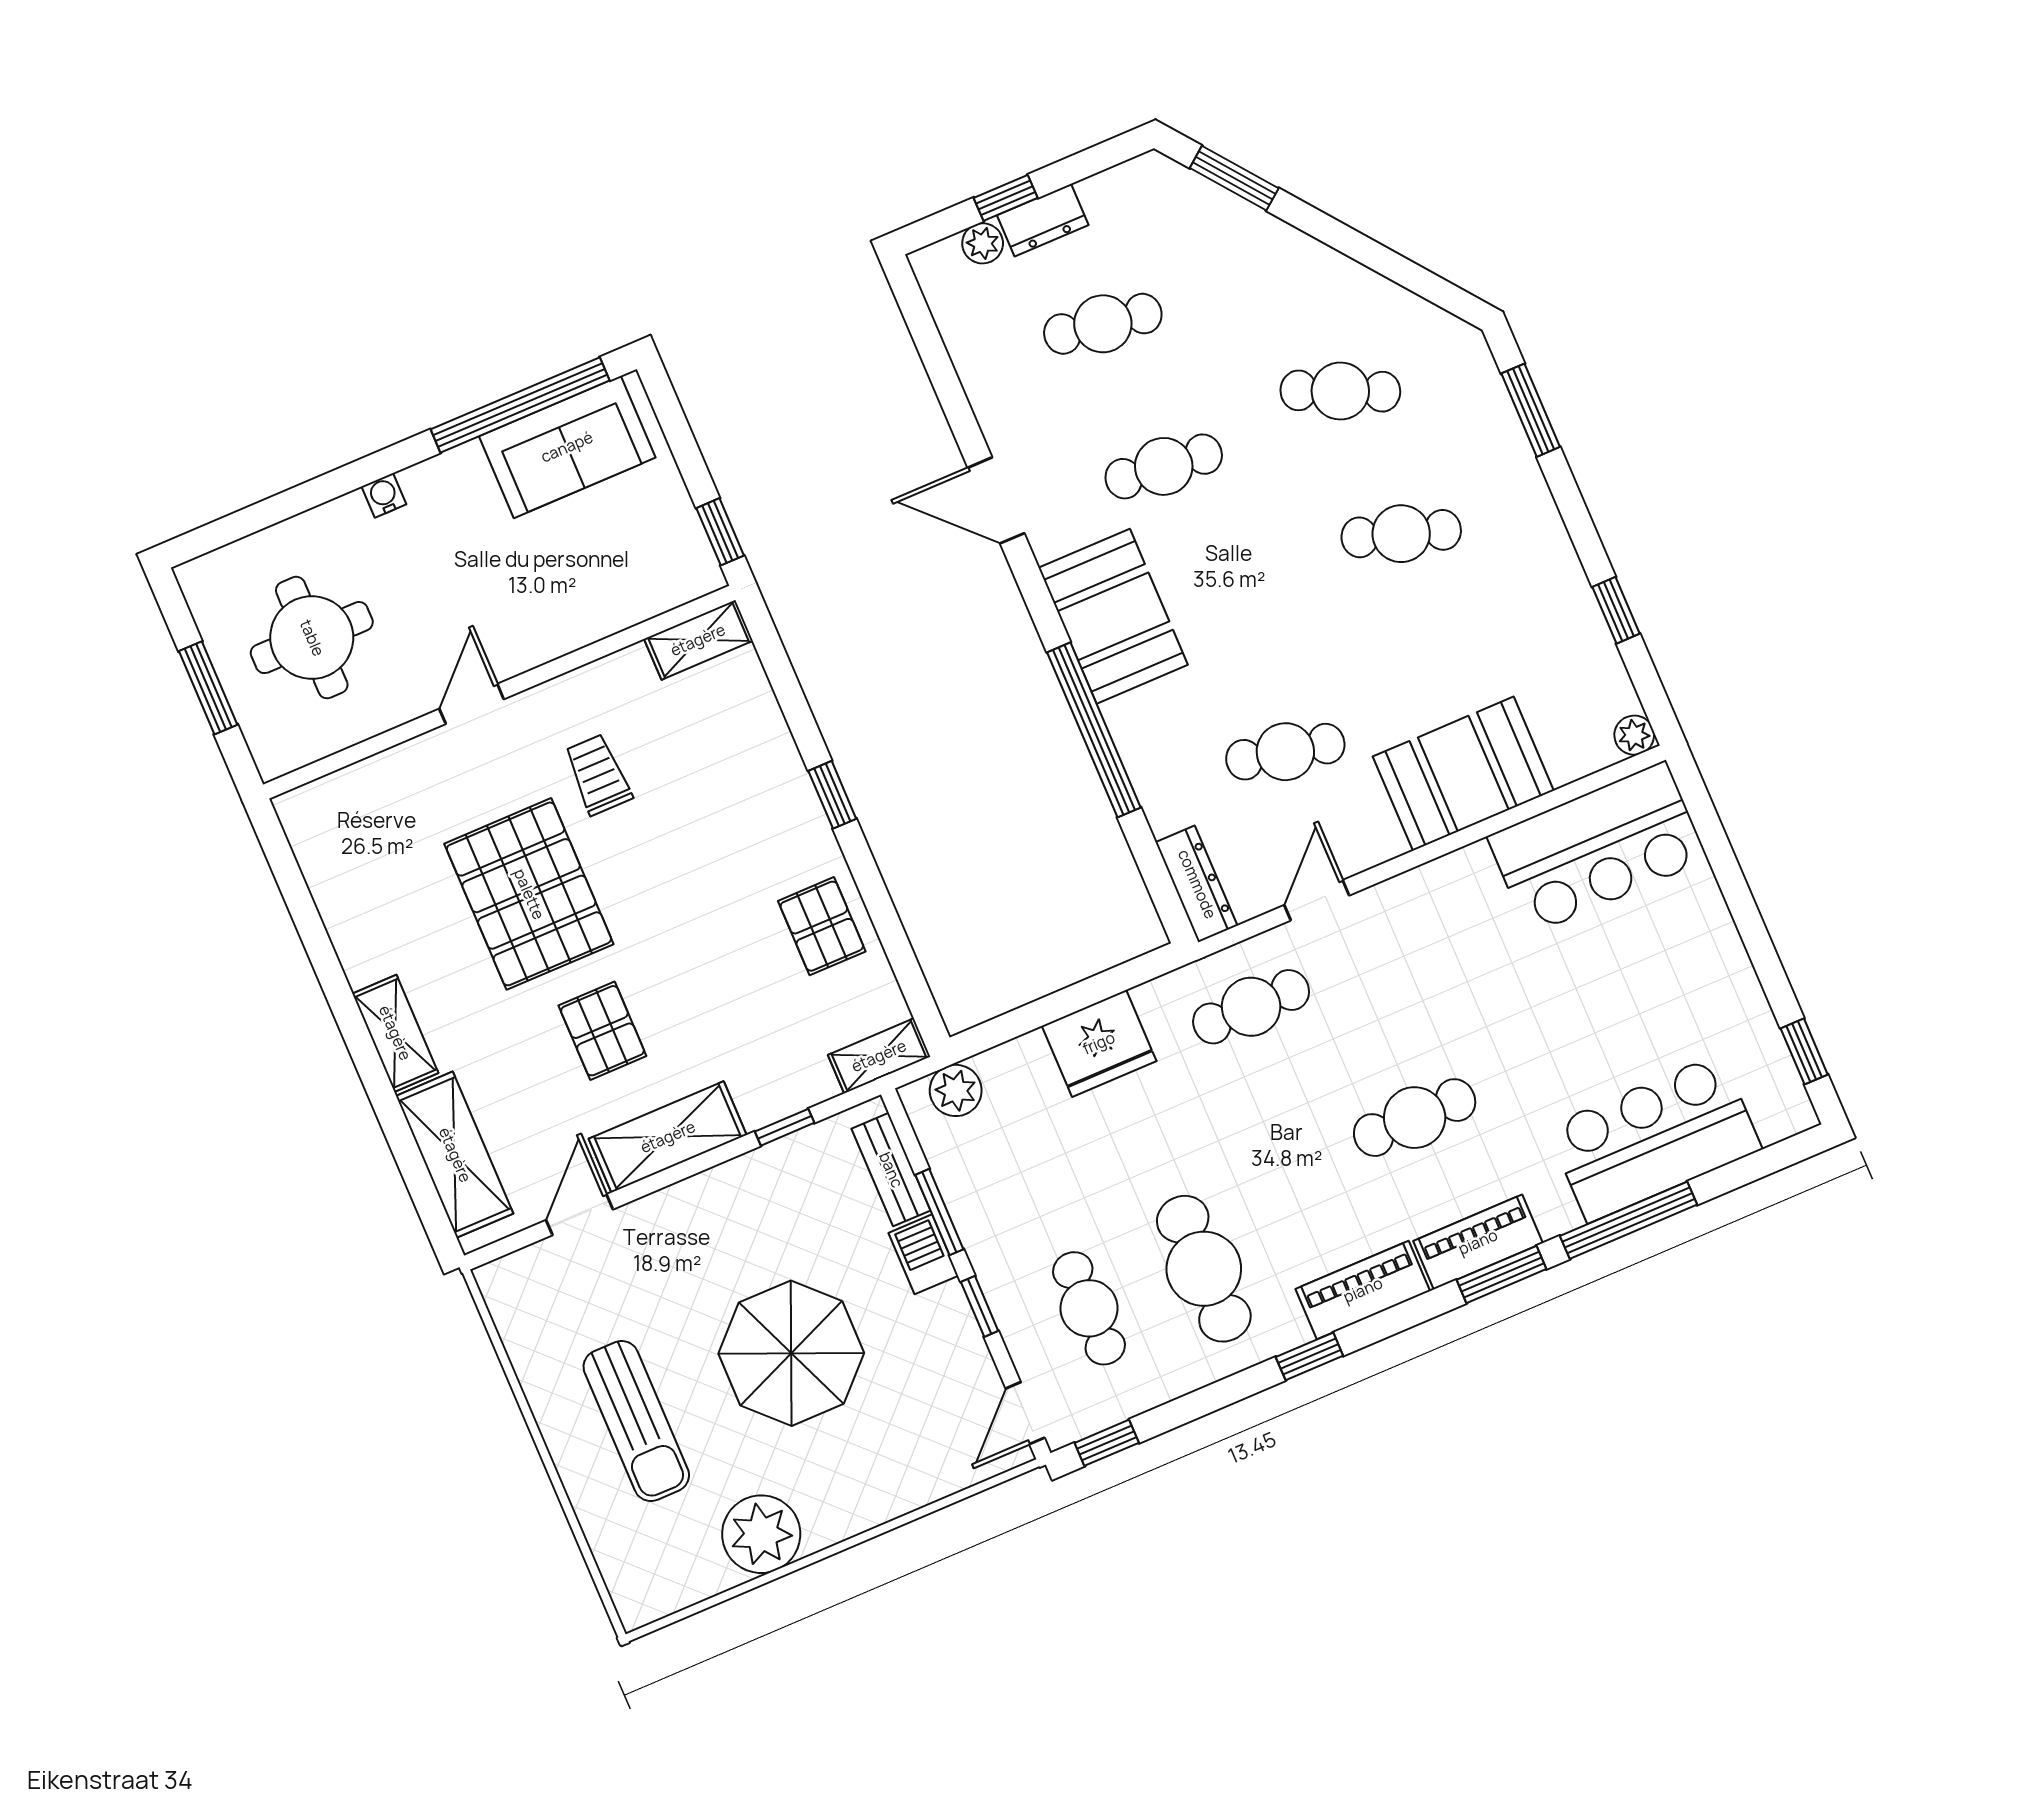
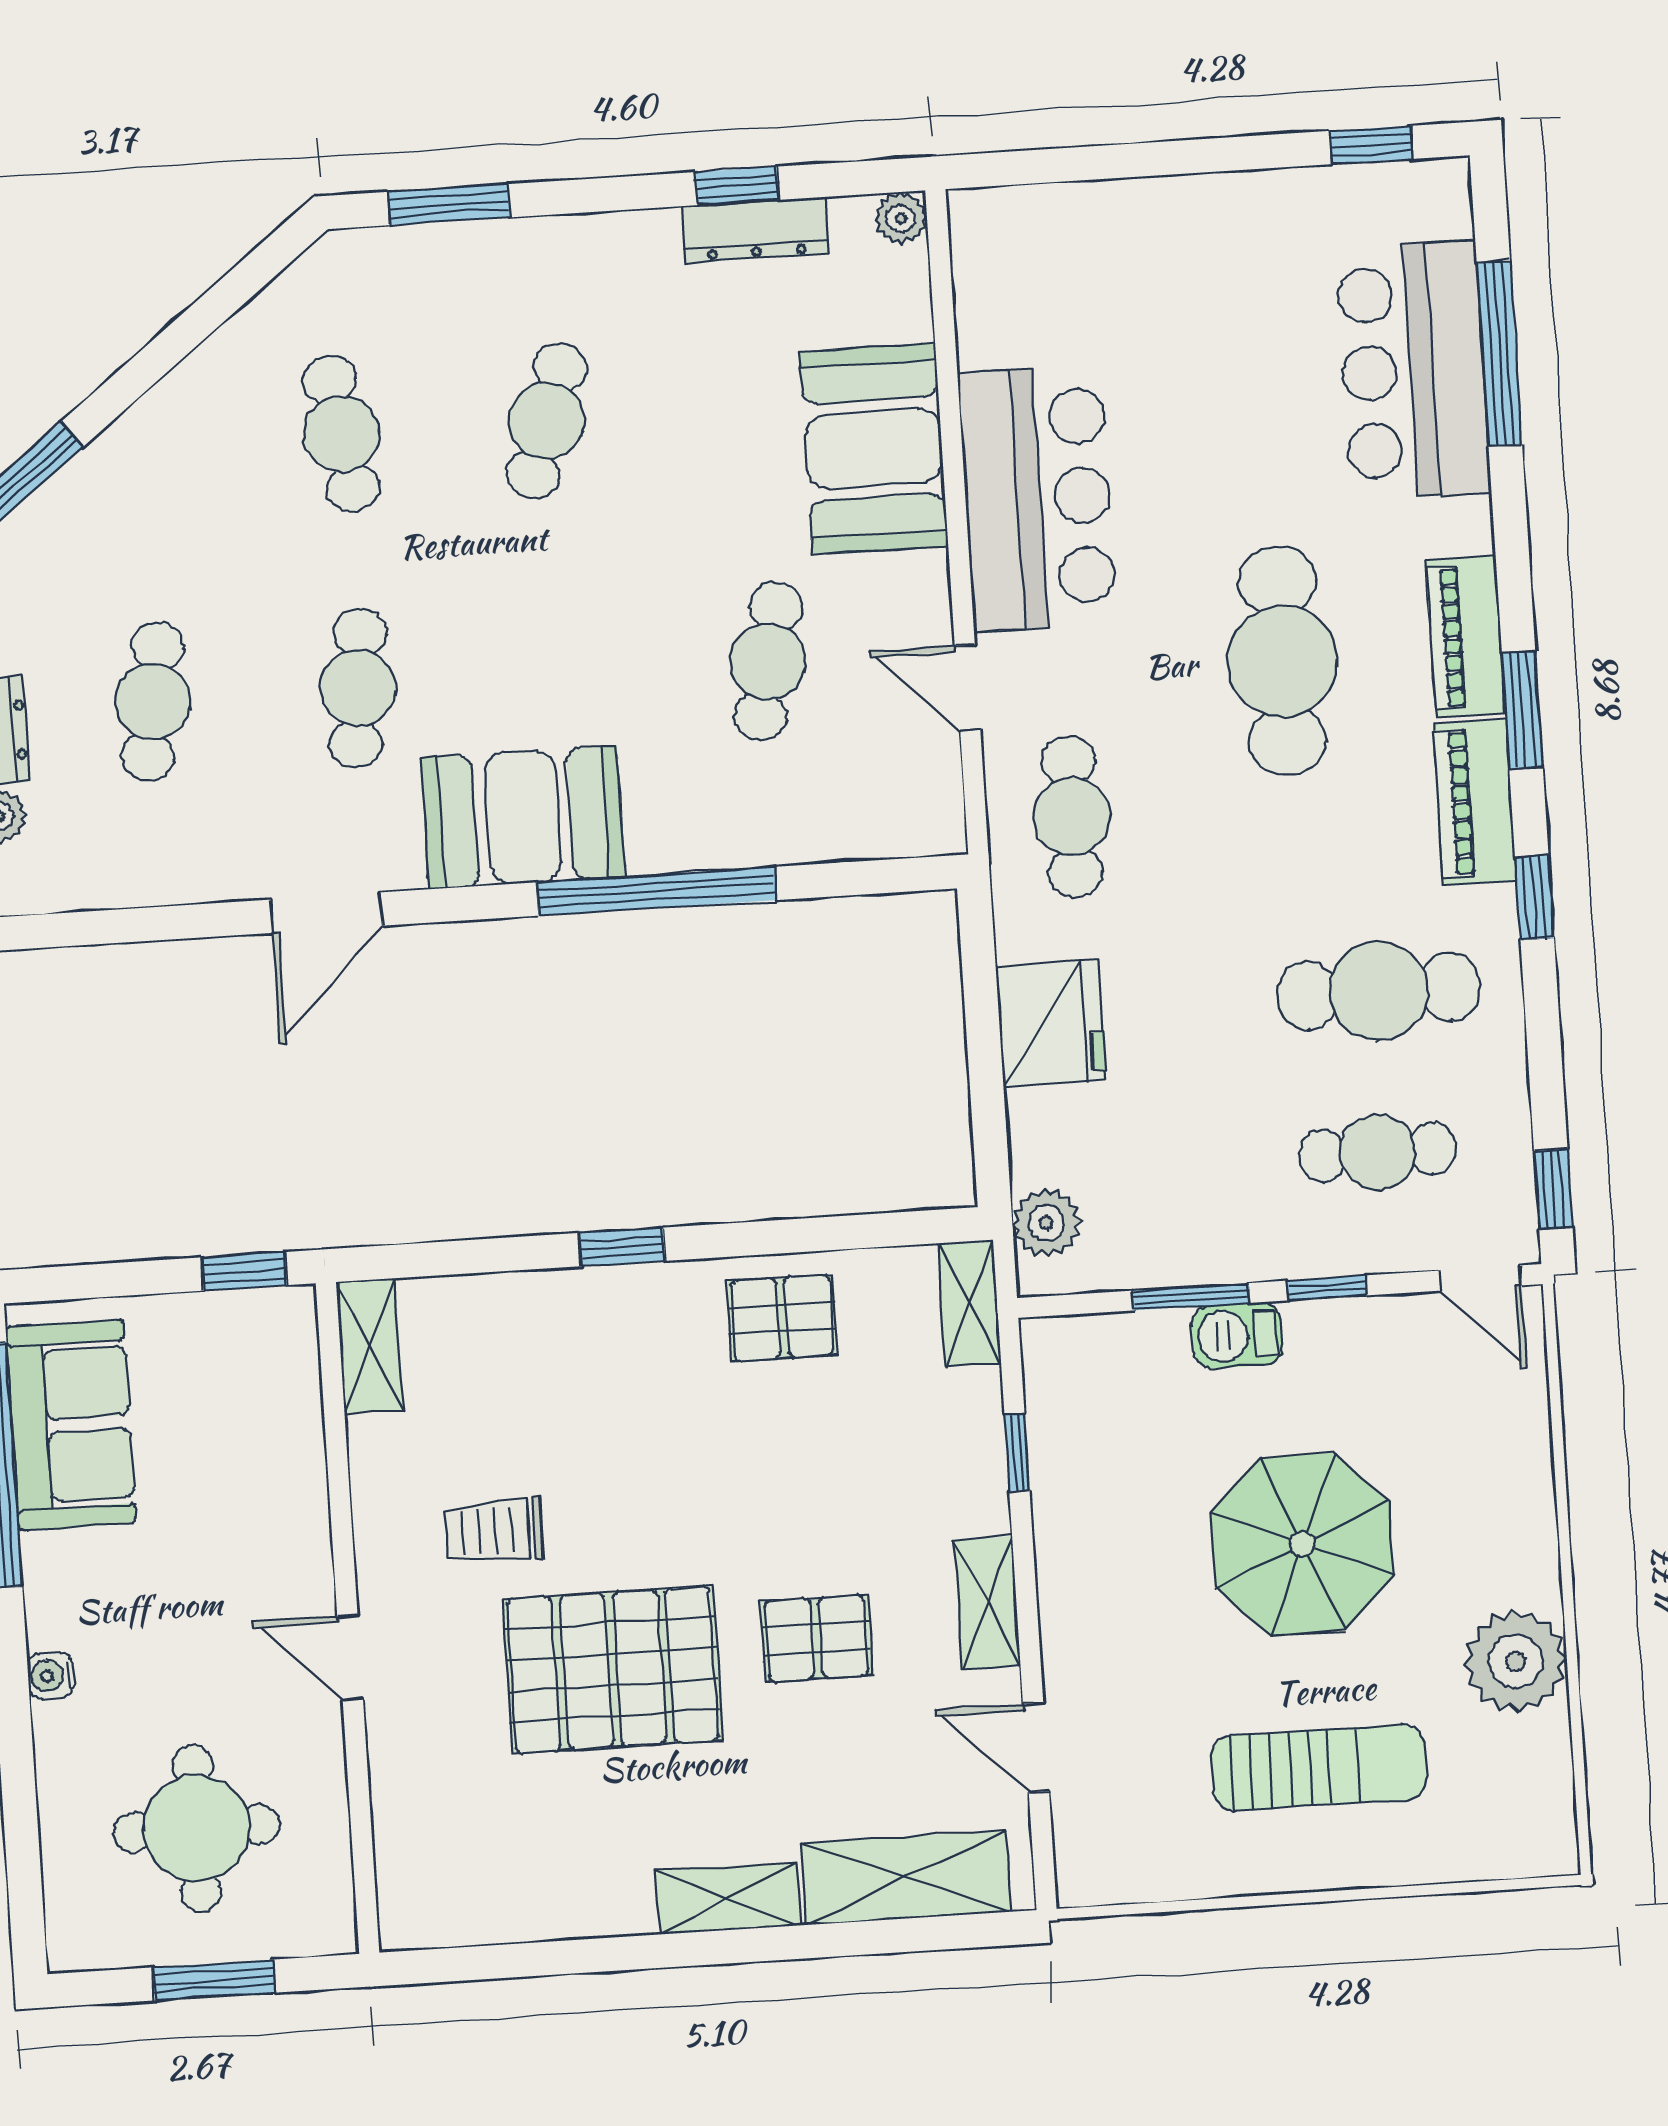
cafe table: (1340, 391) -> (341, 434), turned -33
bar counter: (1597, 848) -> (1037, 498), moved
dresser: (1197, 884) -> (755, 230), moved, turned 180
cafe table: (1415, 1118) -> (1282, 661), width x1.37, depth x1.35
shelving: (668, 1137) -> (987, 1603), width x0.67, depth x0.75
bench: (891, 1170) -> (1117, 1339), removed
window: (1628, 1220) -> (1499, 353), moved
window: (1502, 1274) -> (1522, 710), moved

